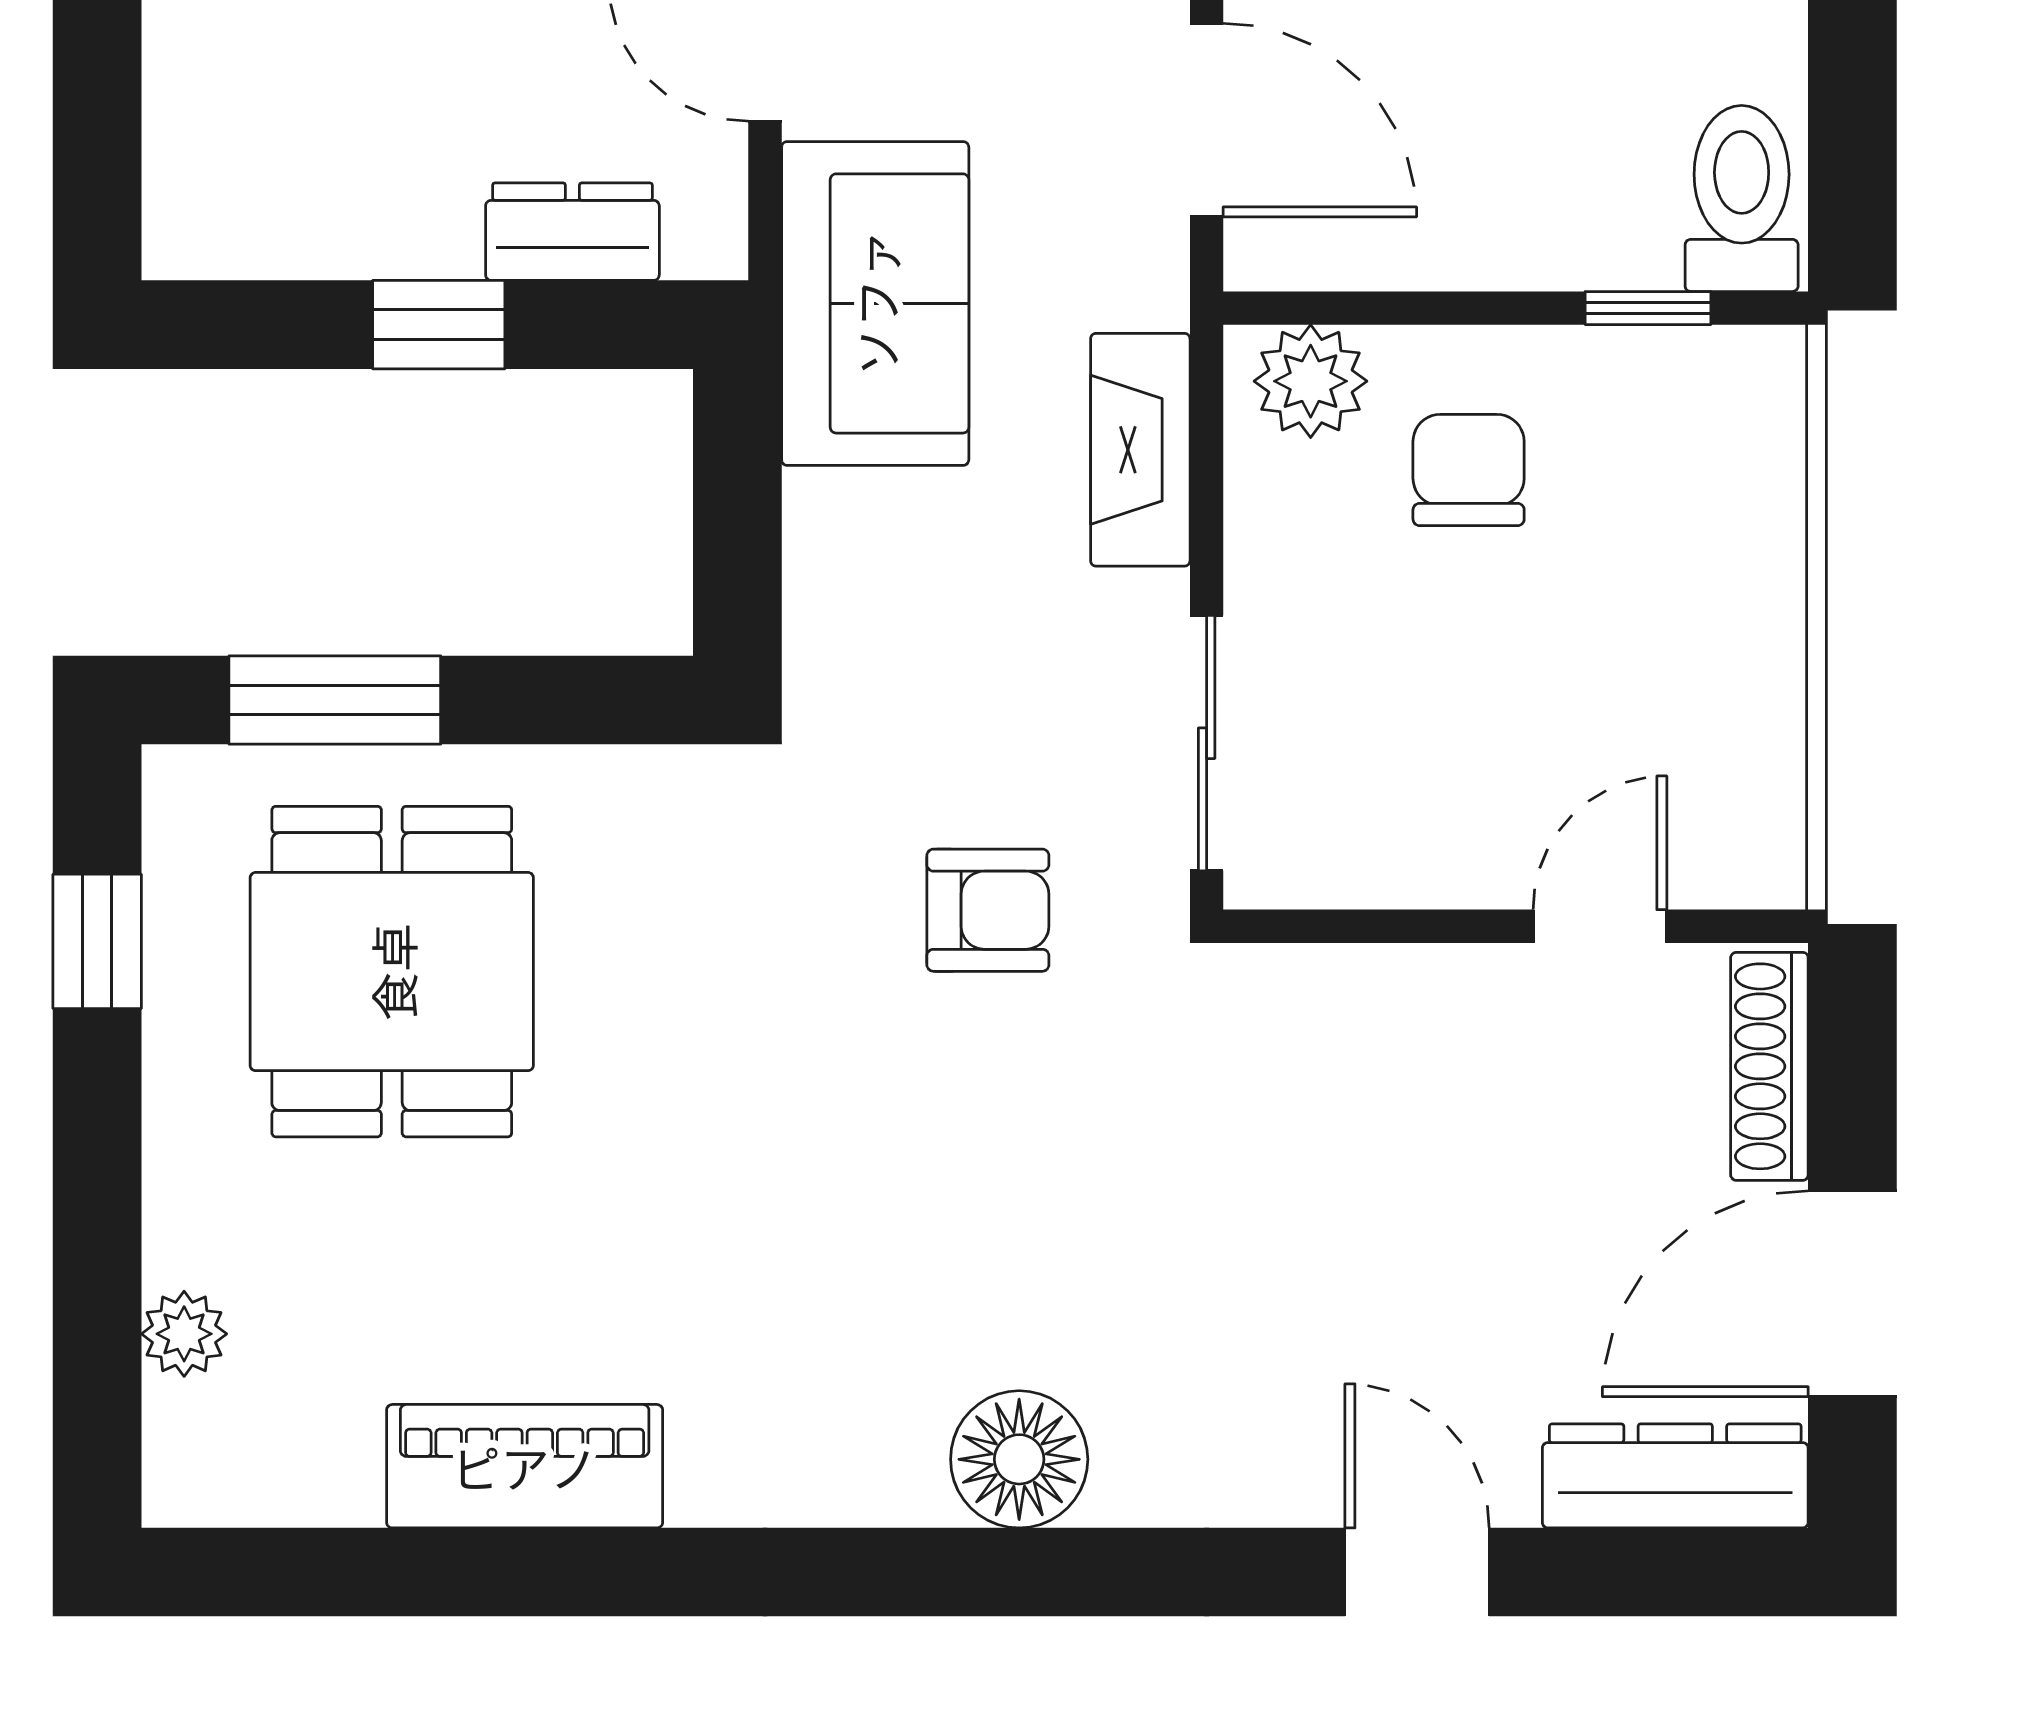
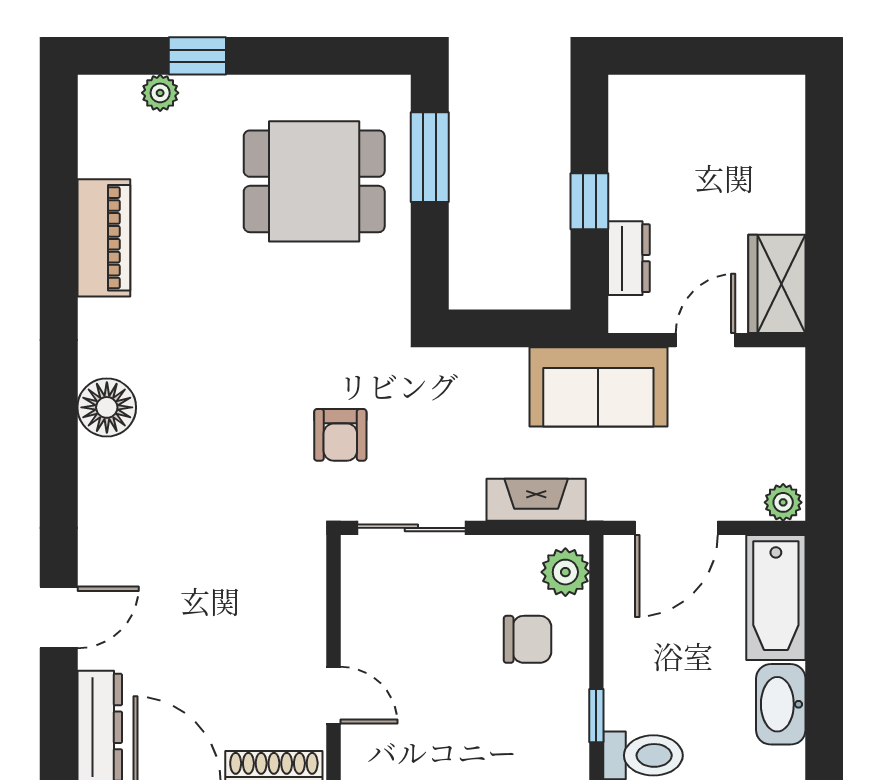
window: (97, 941) -> (197, 56), moved
floor lamp: (1019, 1459) -> (107, 407), moved

